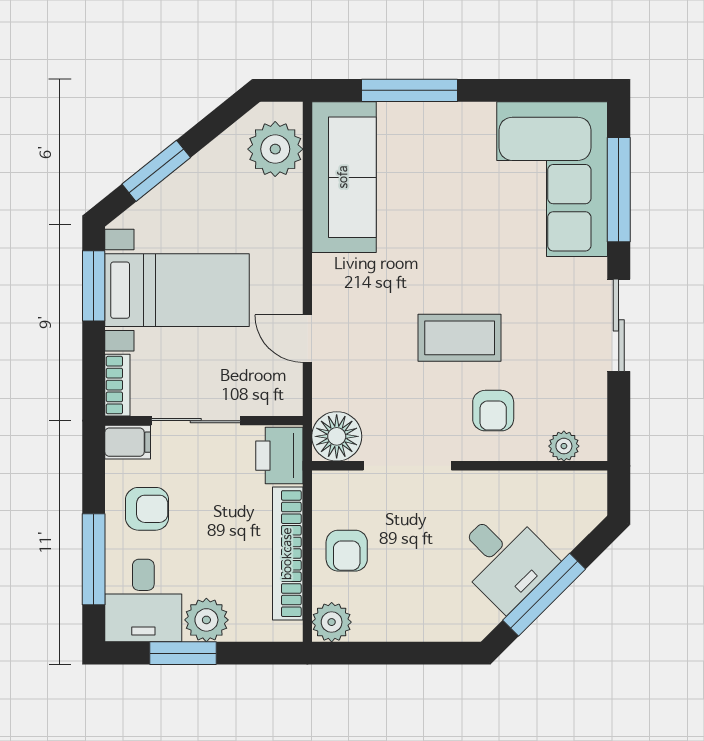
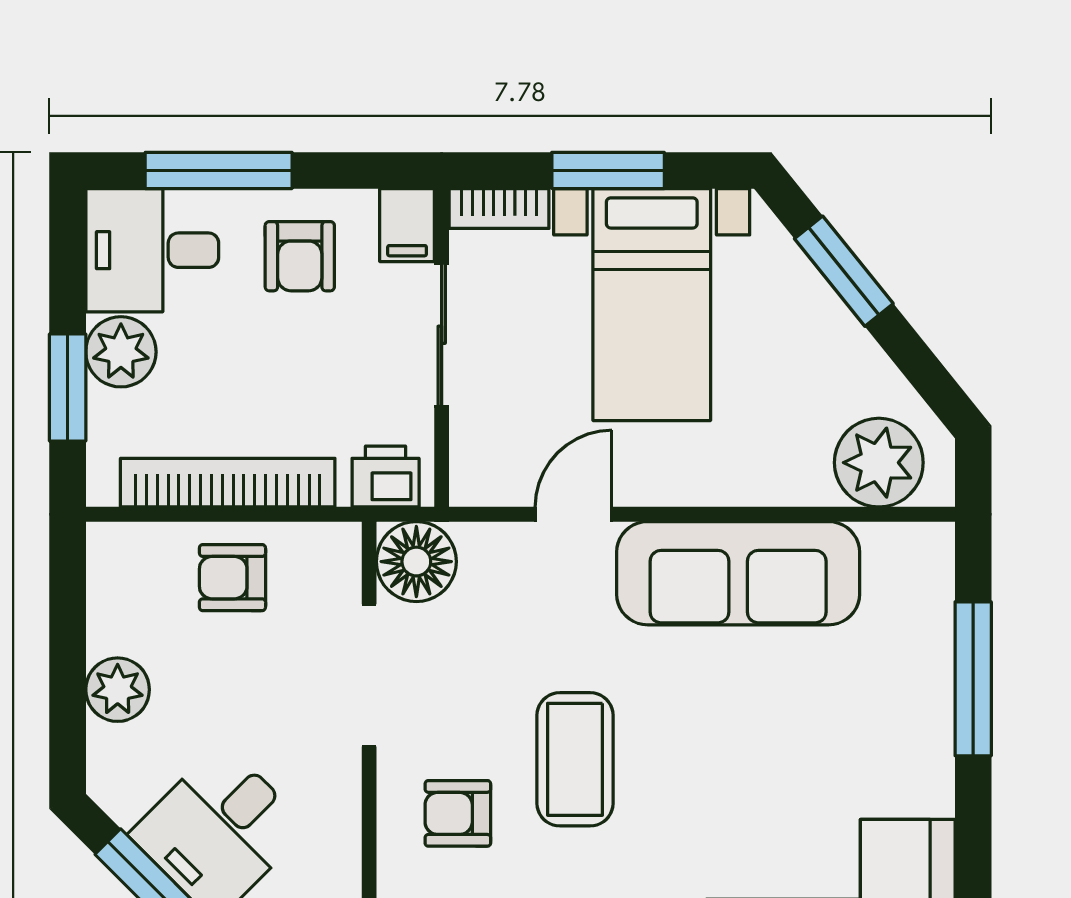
sofa: (344, 177) -> (738, 573), moved
window: (94, 286) -> (608, 170), moved
printer: (279, 456) -> (386, 477), width x0.73, depth x0.81
plant: (332, 622) -> (118, 690), moved
window: (183, 653) -> (68, 388), moved

